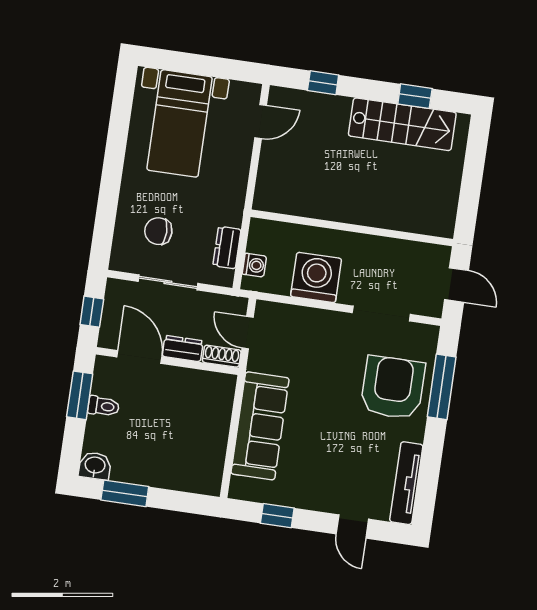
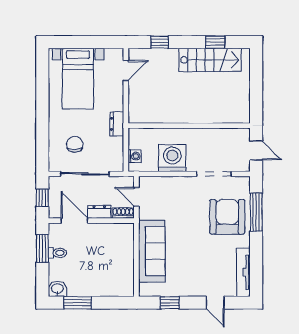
chair: (158, 231) -> (75, 144), turned 90
dresser: (227, 248) -> (117, 124), moved
sliding door: (168, 282) -> (85, 174), width x1.37

